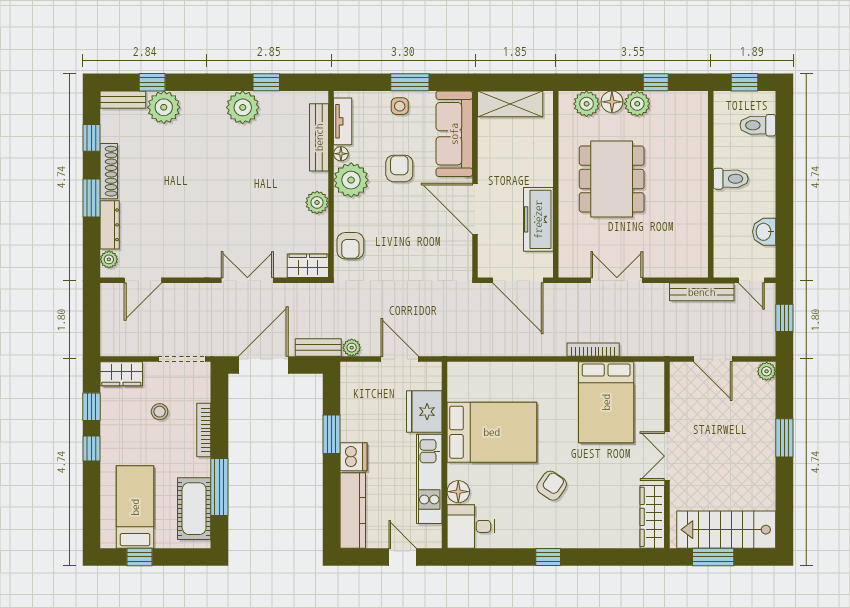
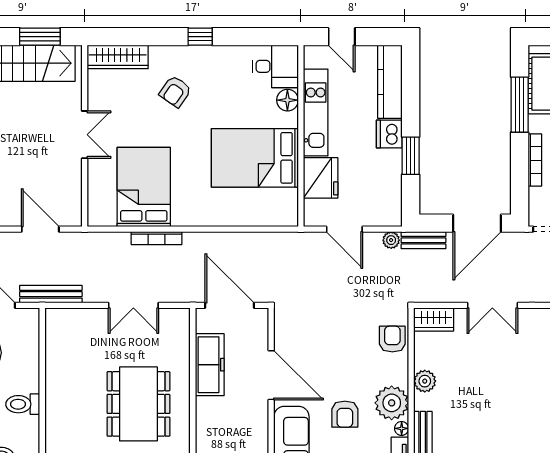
armchair: (552, 486) -> (175, 92), moved
wardrobe: (652, 517) -> (118, 57), moved, turned 90

